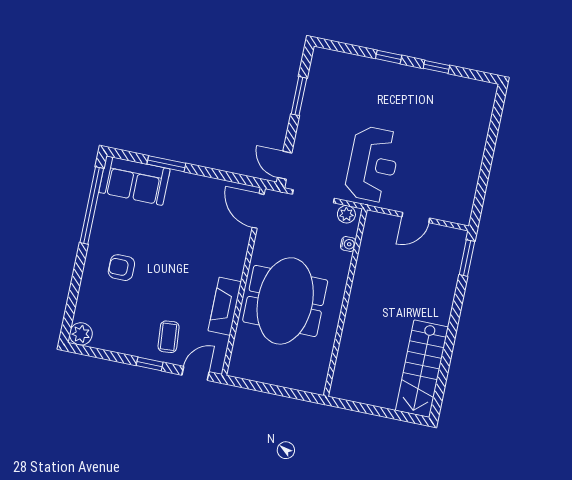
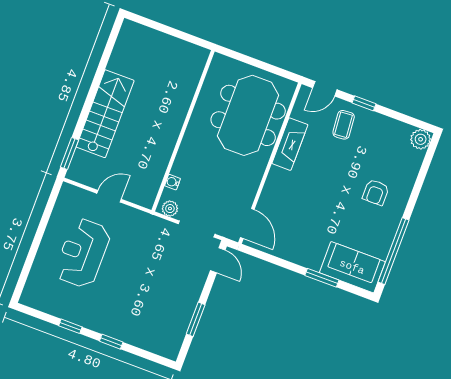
reception desk: (373, 164) -> (83, 253), moved
armchair: (121, 268) -> (376, 192), turned 90
meeting table: (285, 301) -> (248, 115), moved
stairs: (422, 369) -> (105, 114), moved

